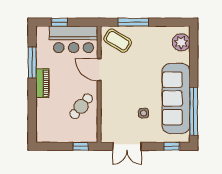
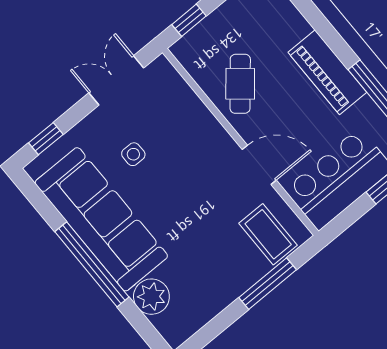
coffee table: (118, 41) -> (268, 234), turned 59
plant: (181, 42) -> (151, 297), moved
piano: (42, 83) -> (327, 72), width x1.37, depth x1.33
window: (194, 111) -> (92, 264), moved

